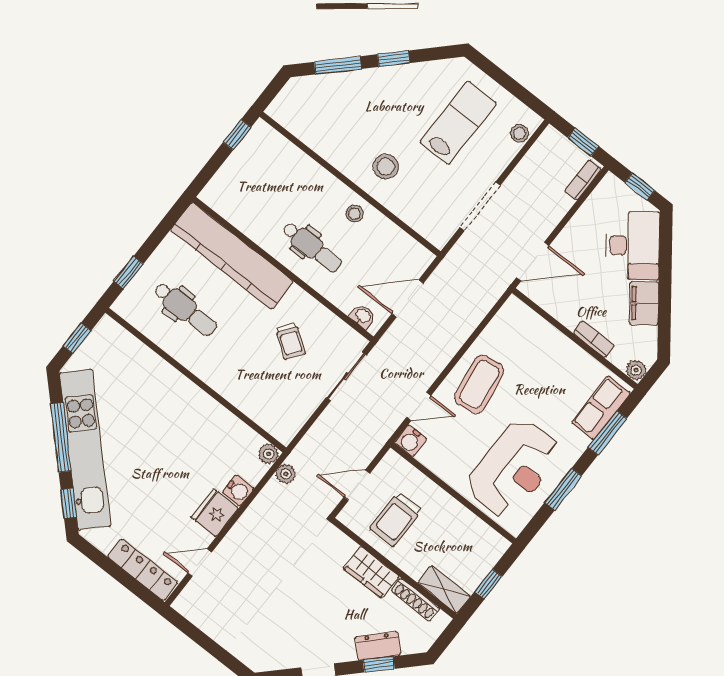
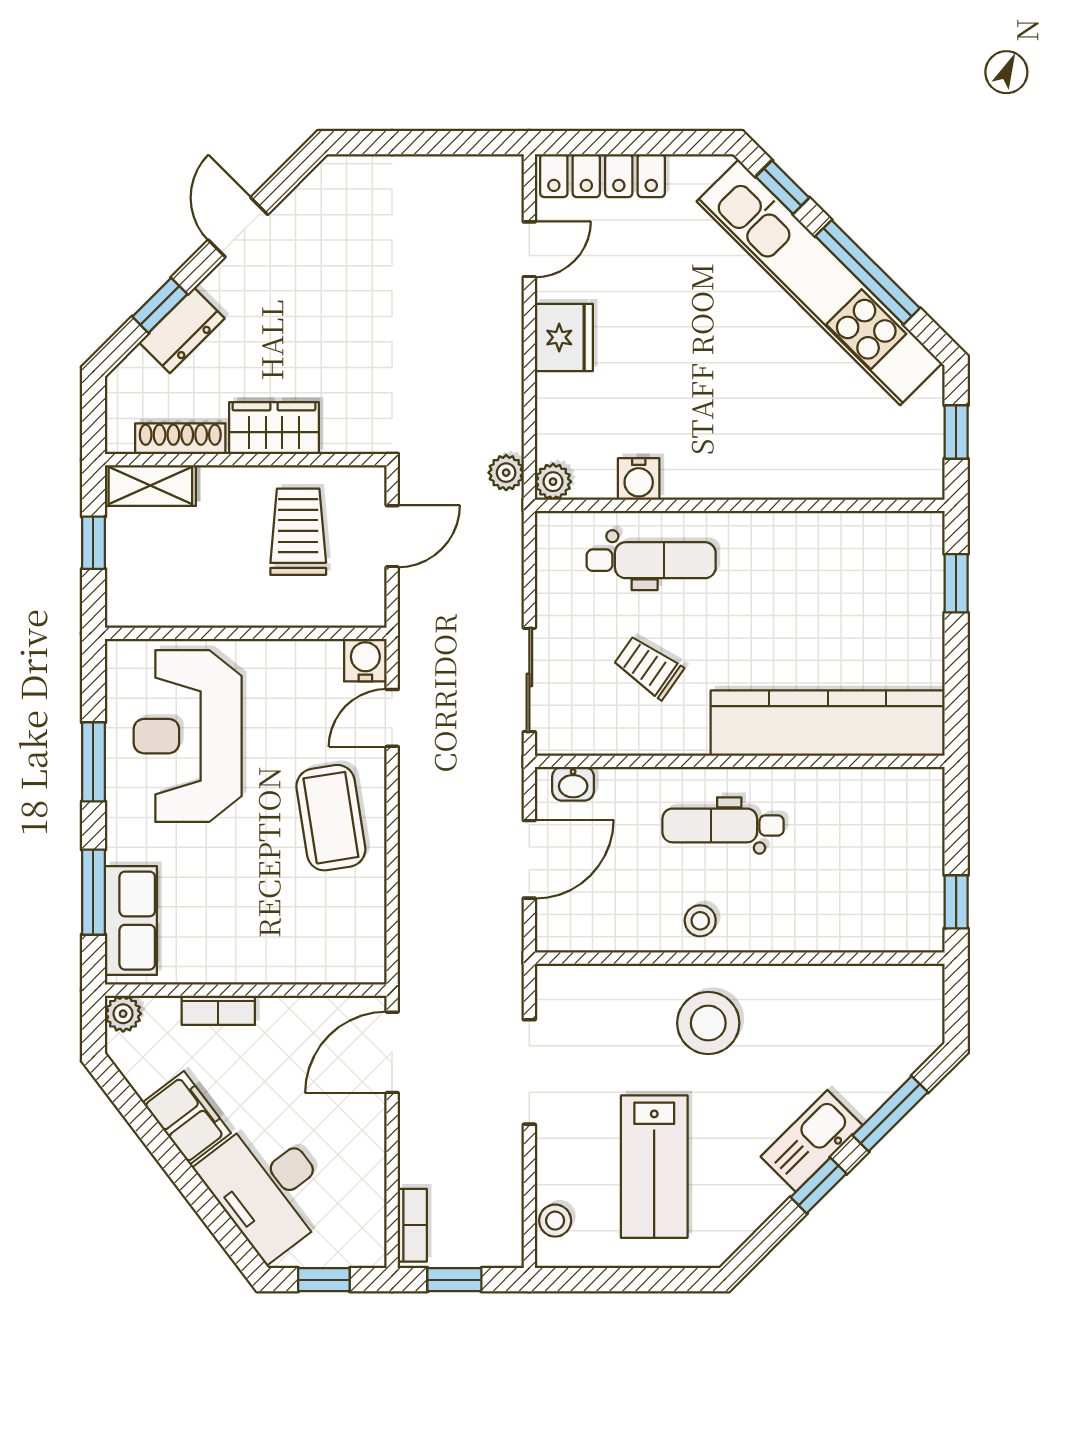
kitchen sink: (381, 80) -> (812, 1141), added
stool: (386, 167) -> (708, 1023), width x1.38, depth x1.38
dental chair: (185, 309) -> (651, 560), moved, turned 180
water cooler: (238, 490) -> (639, 479), moved, turned -90

